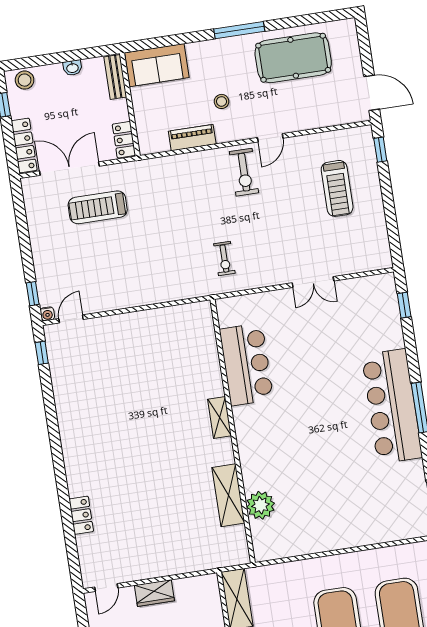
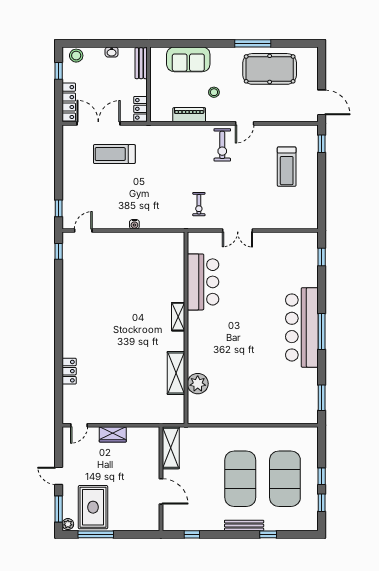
window: (239, 30) -> (253, 43), moved
sofa: (157, 65) -> (188, 59), moved
double door: (313, 282) -> (238, 230), moved
water cooler: (47, 314) -> (134, 224), moved

